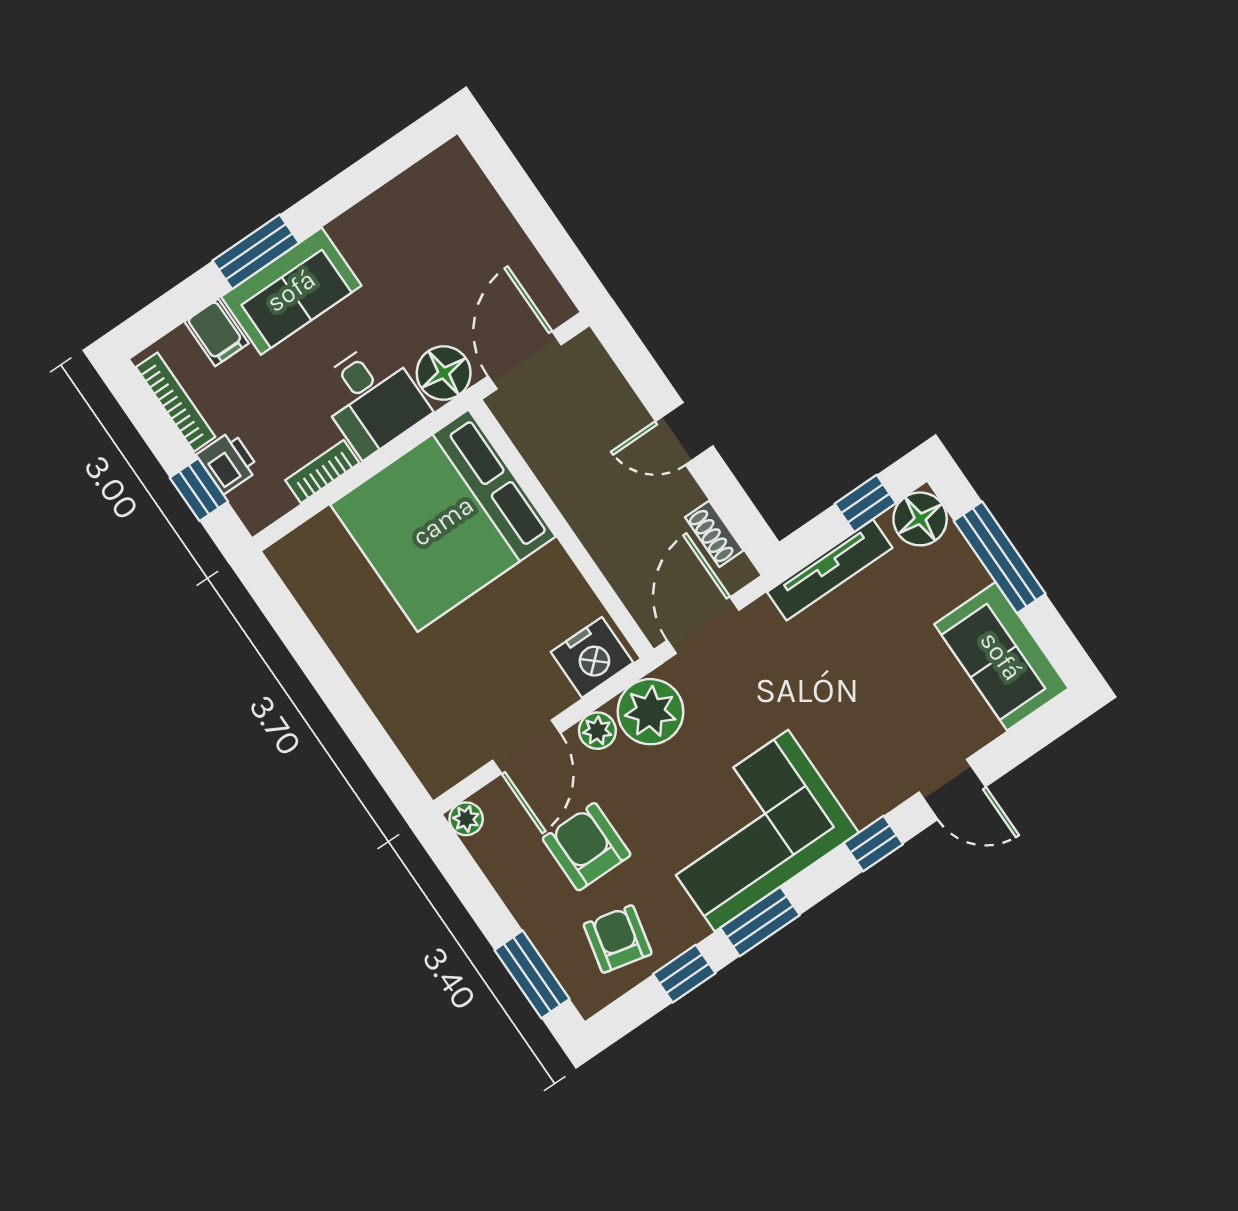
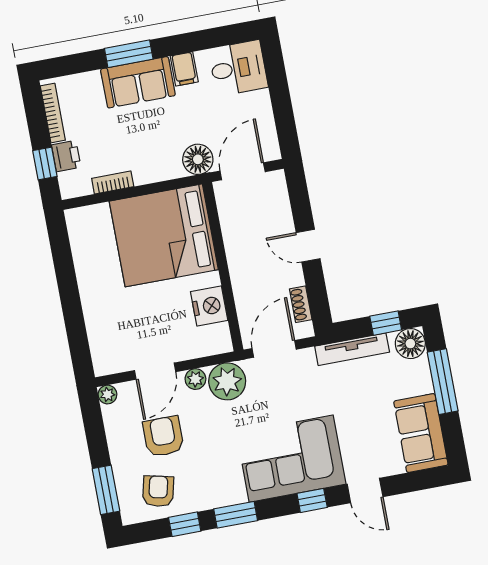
filing cabinet: (217, 333) -> (184, 69), moved
desk: (372, 398) -> (238, 68), moved, turned -90
nightstand: (592, 657) -> (209, 306), moved, turned -90
corner sofa: (752, 831) -> (291, 459), moved

